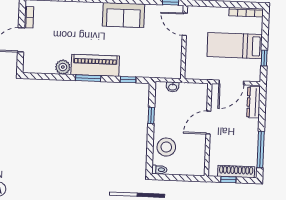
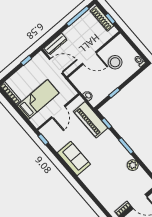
door: (185, 24) -> (58, 112), moved
bed: (235, 46) -> (38, 99), moved, turned -90
piano: (95, 65) -> (91, 120), moved
stool: (166, 147) -> (115, 62), moved

